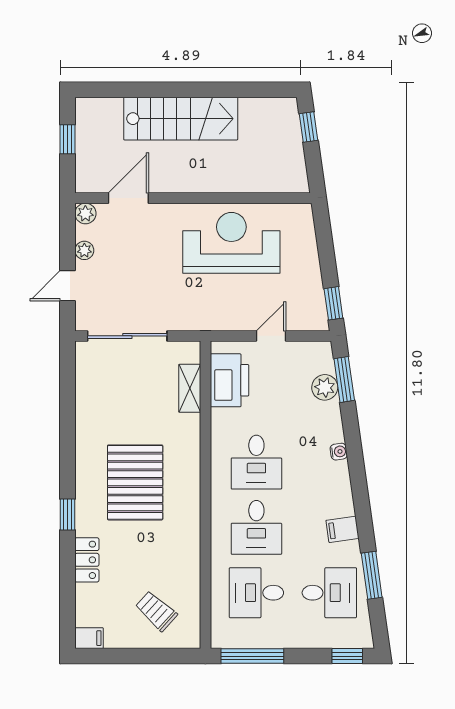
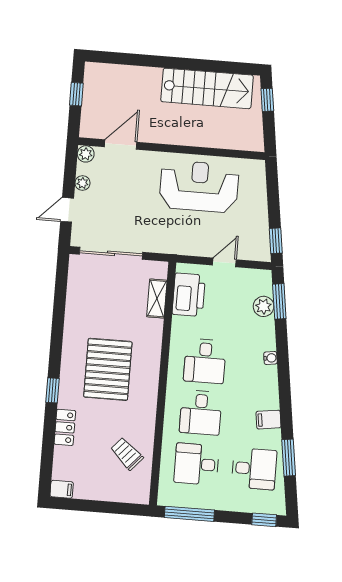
stairs: (181, 119) -> (207, 88), moved
trolley: (156, 611) -> (127, 454), moved

